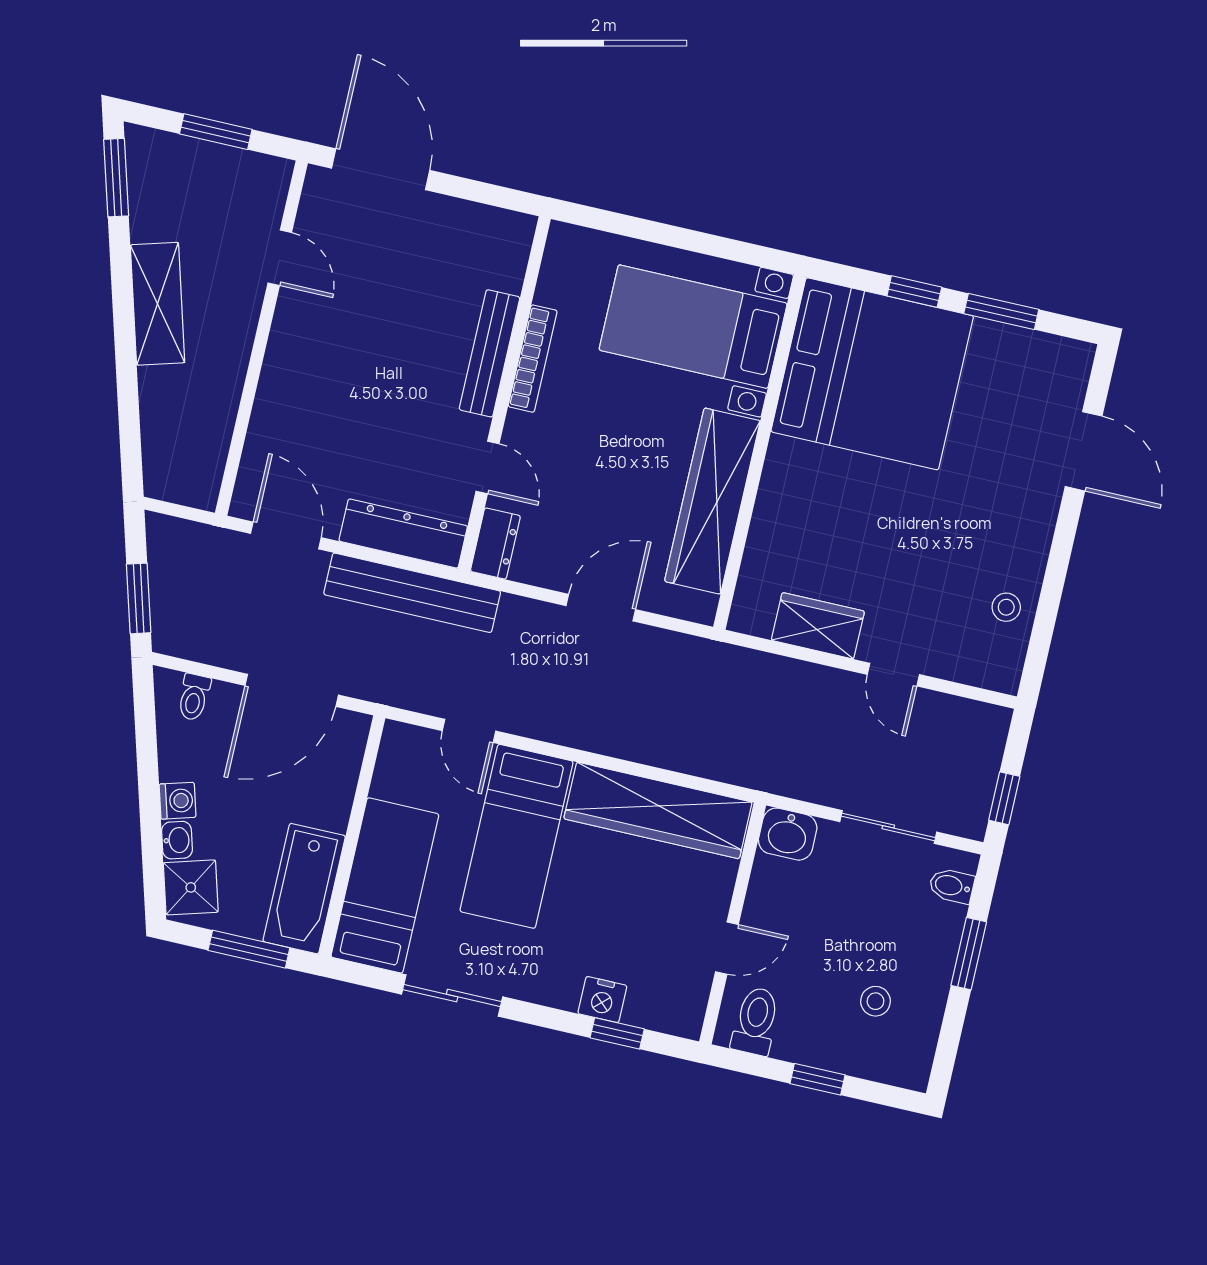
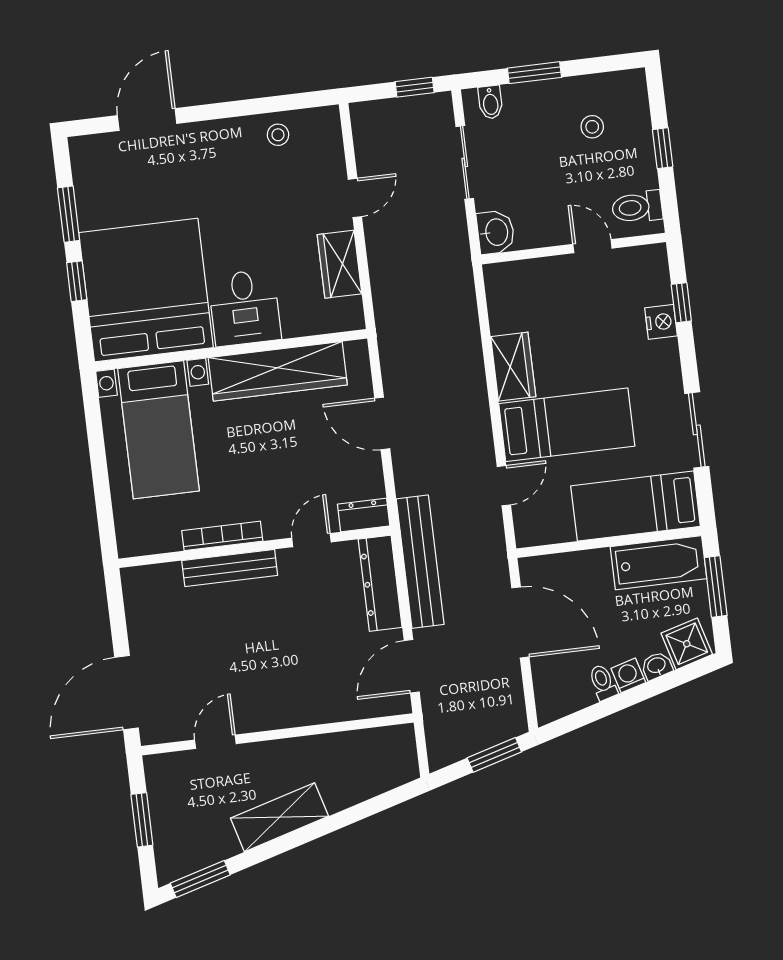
desk: (806, 488) -> (245, 308), added
toilet: (194, 697) -> (603, 682), moved, turned -106
wardrobe: (658, 810) -> (513, 367), width x0.48, depth x0.85

